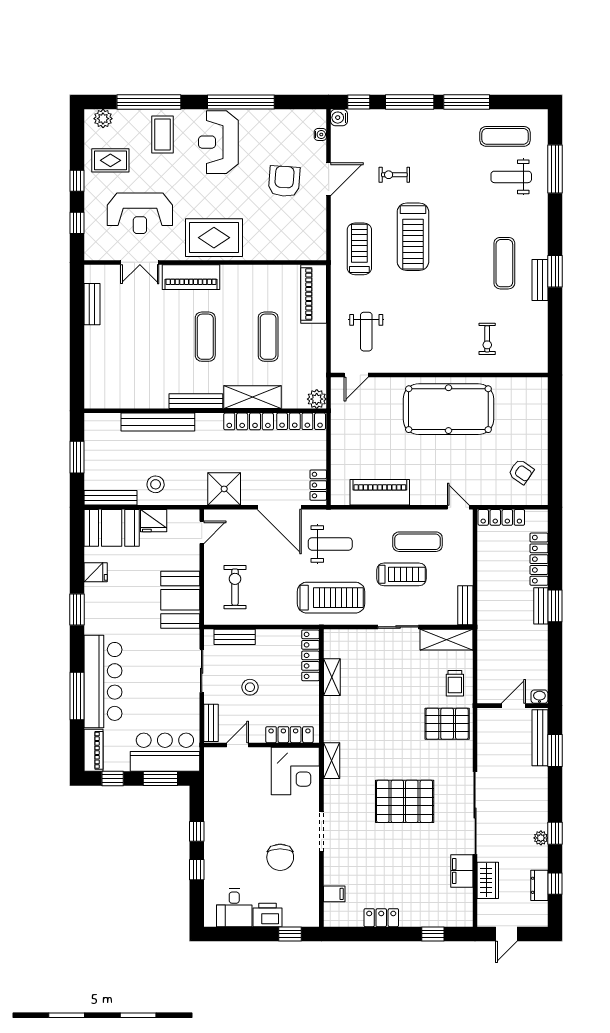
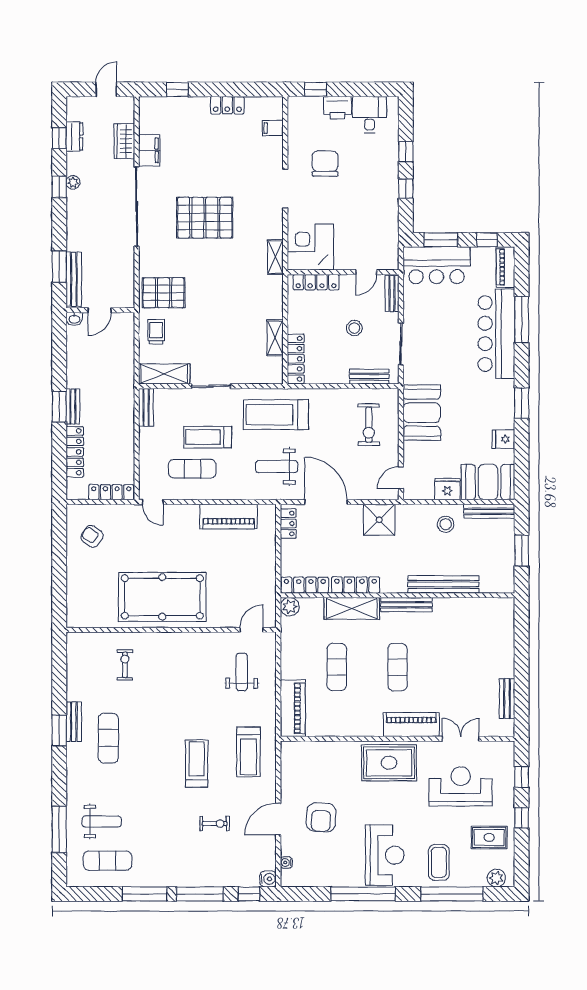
treadmill: (413, 237) -> (197, 764), width x0.73, depth x0.73

